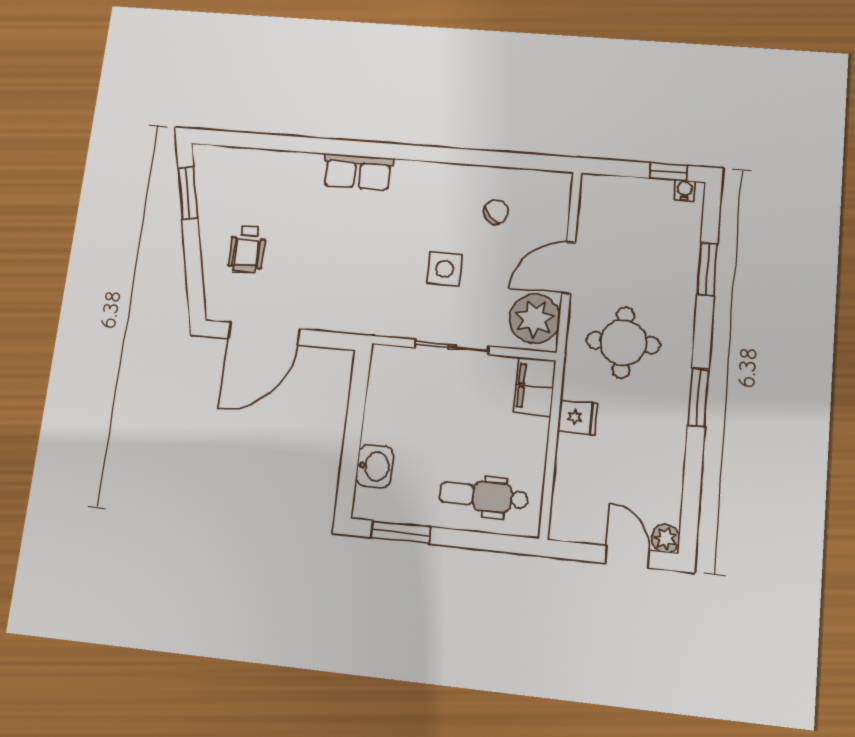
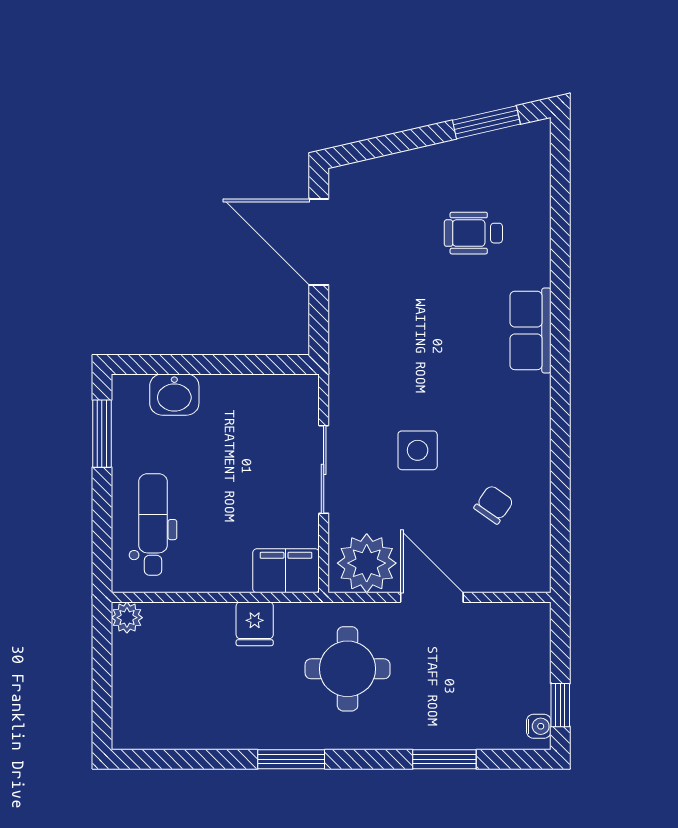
chair: (496, 212) -> (494, 504), turned -101
wheelchair: (247, 249) -> (473, 233), moved
plant: (666, 538) -> (127, 618), moved
door: (627, 557) -> (102, 693), removed

